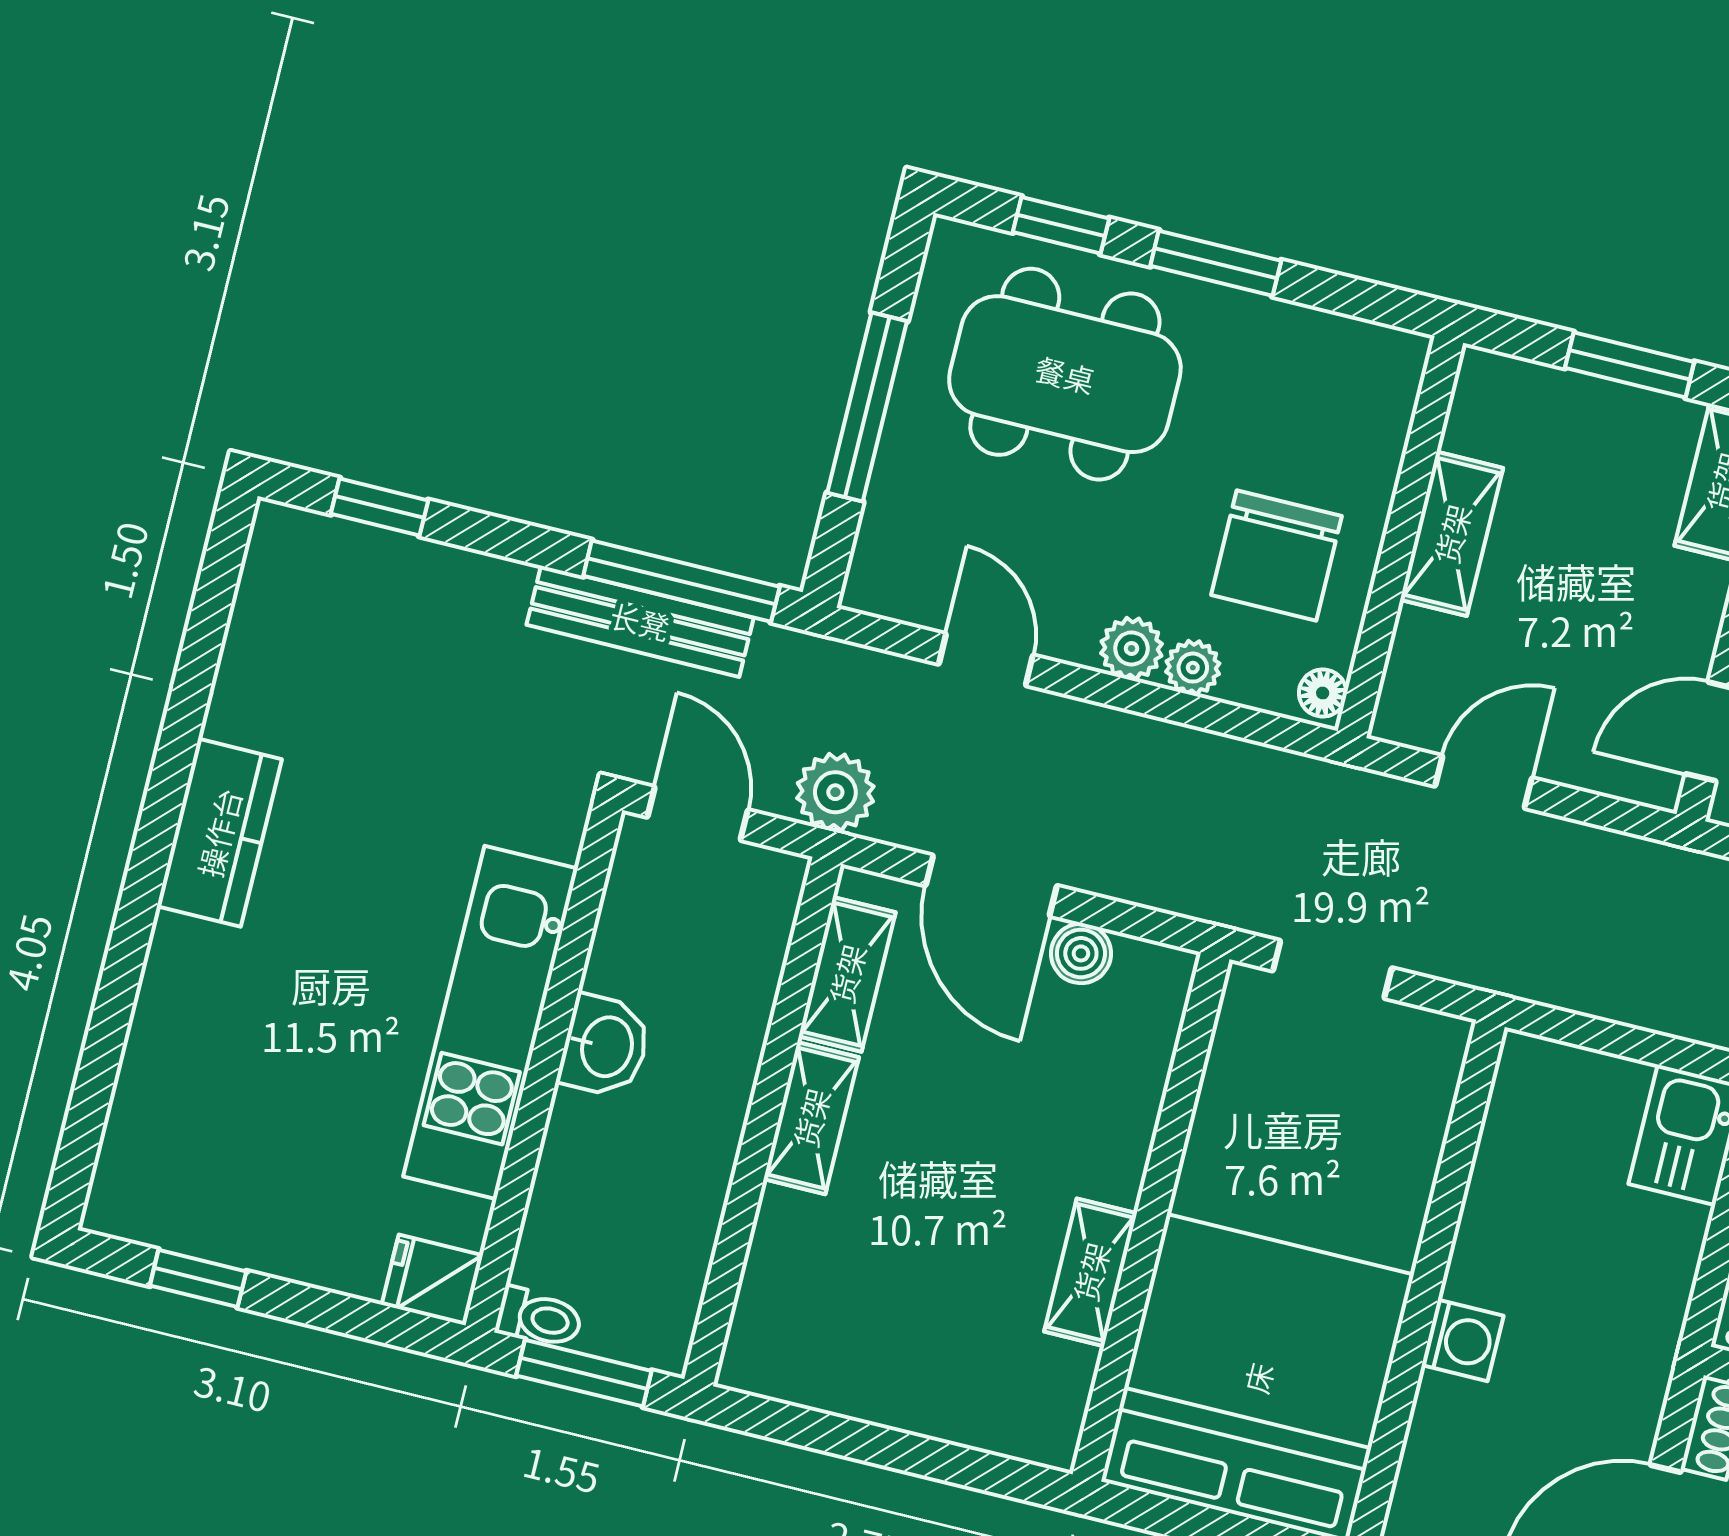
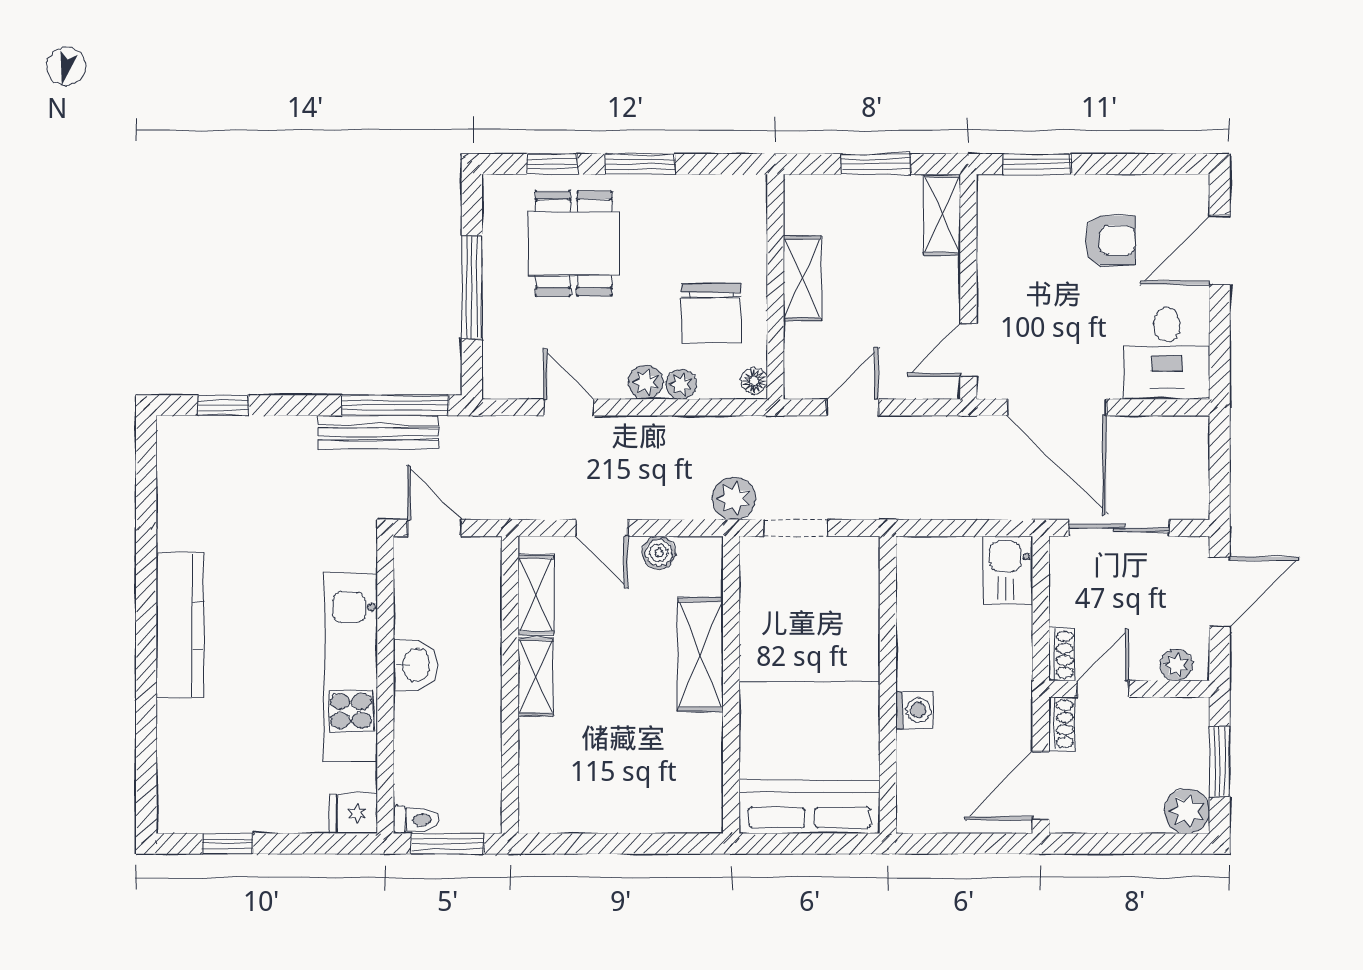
dining table: (1065, 374) -> (574, 244), width x0.73
plant: (835, 792) -> (734, 498), moved
kitchen counter: (219, 833) -> (180, 625), width x1.50
door: (991, 886) -> (602, 528), width x0.73
shelving: (1091, 1272) -> (700, 655), moved, width x1.50, depth x1.33

